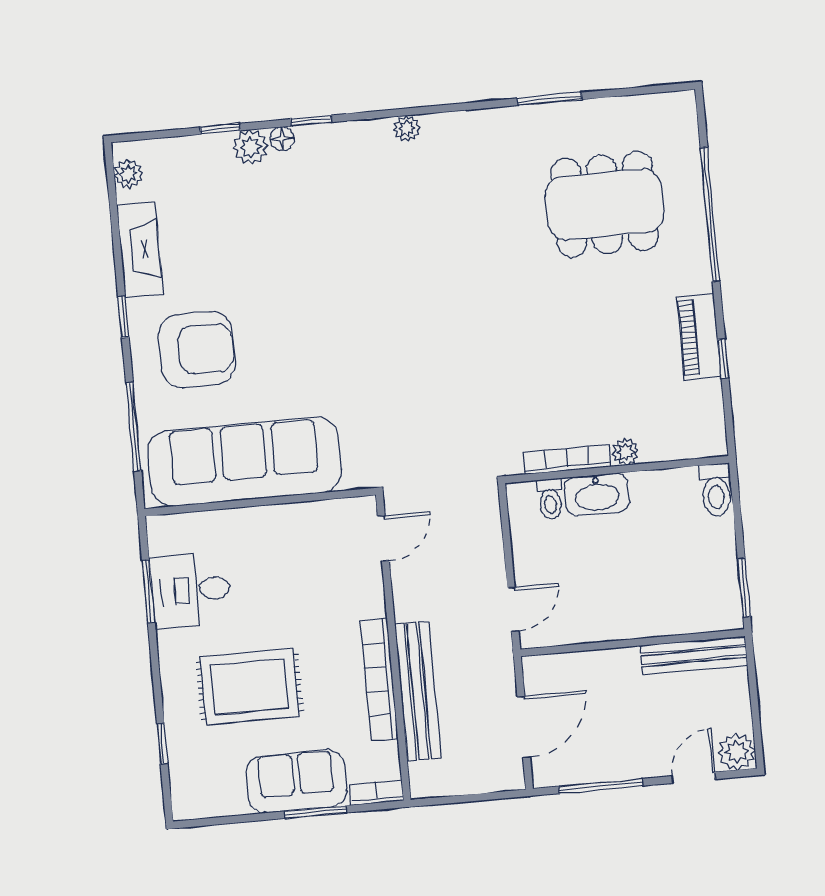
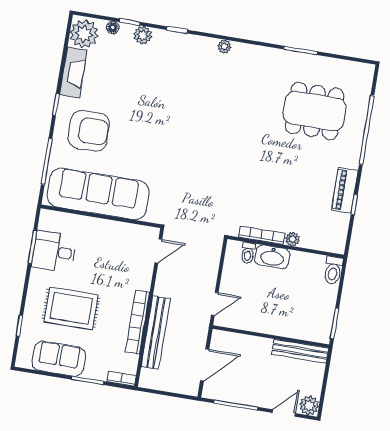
floor lamp: (282, 139) -> (113, 27), moved
plant: (128, 174) -> (84, 34), width x1.88, depth x1.88
sofa: (296, 782) -> (59, 359), moved

